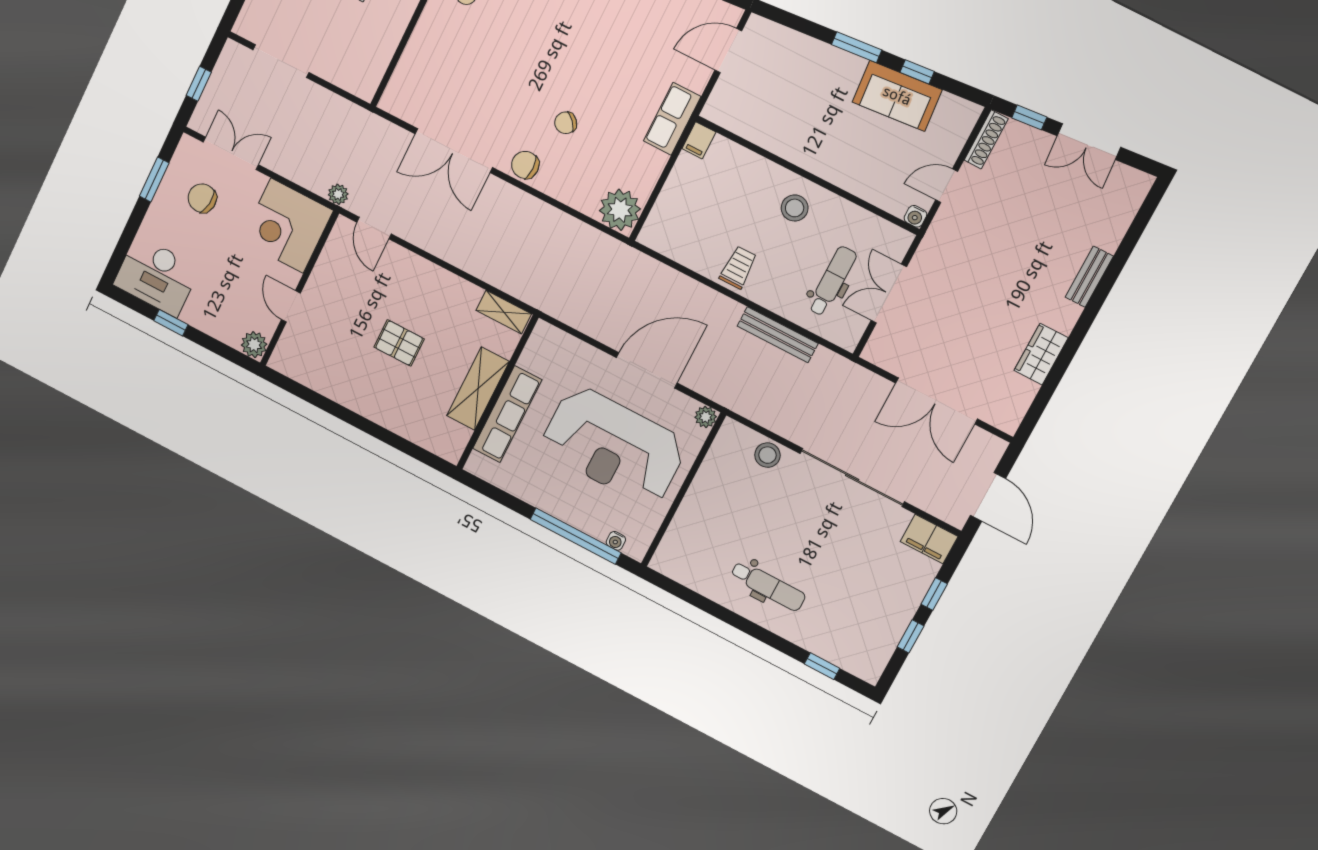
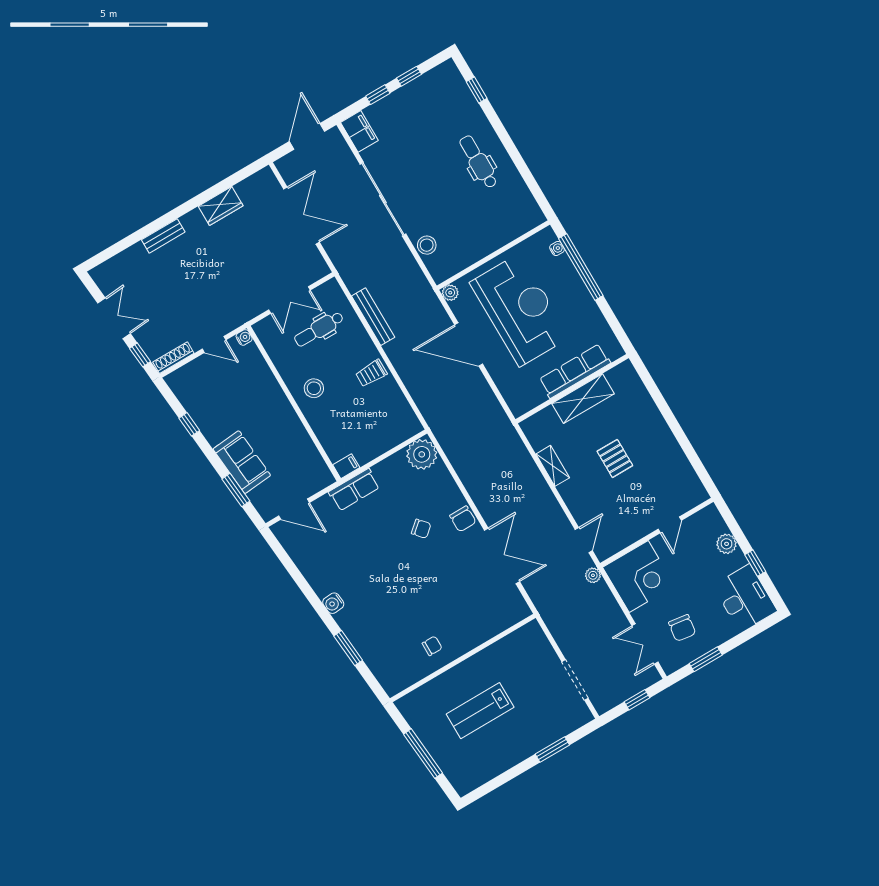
window: (857, 47) -> (236, 490), moved
sofa: (897, 96) -> (242, 462), moved
shelving: (504, 312) -> (553, 466), moved
plant: (254, 345) -> (727, 544), moved

